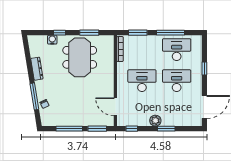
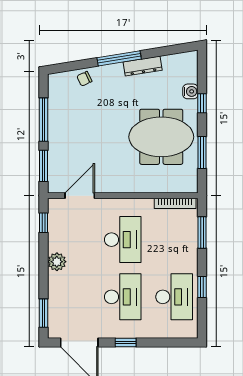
window: (171, 33) -> (202, 287), width x0.46
window: (204, 68) -> (126, 343), moved
window: (34, 96) -> (119, 58), moved
window: (166, 129) -> (43, 313), moved

